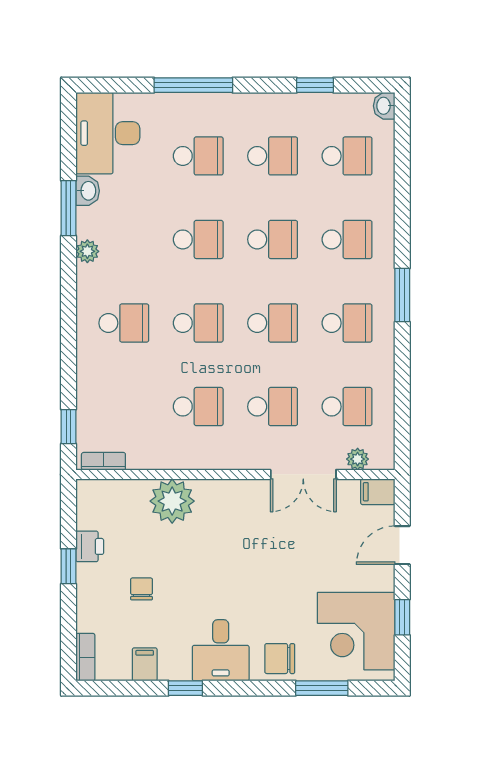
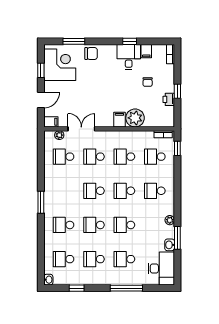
school desk: (347, 323) -> (155, 157), moved
filing cabinet: (210, 497) -> (119, 120), added
desk: (221, 650) -> (129, 57), moved

